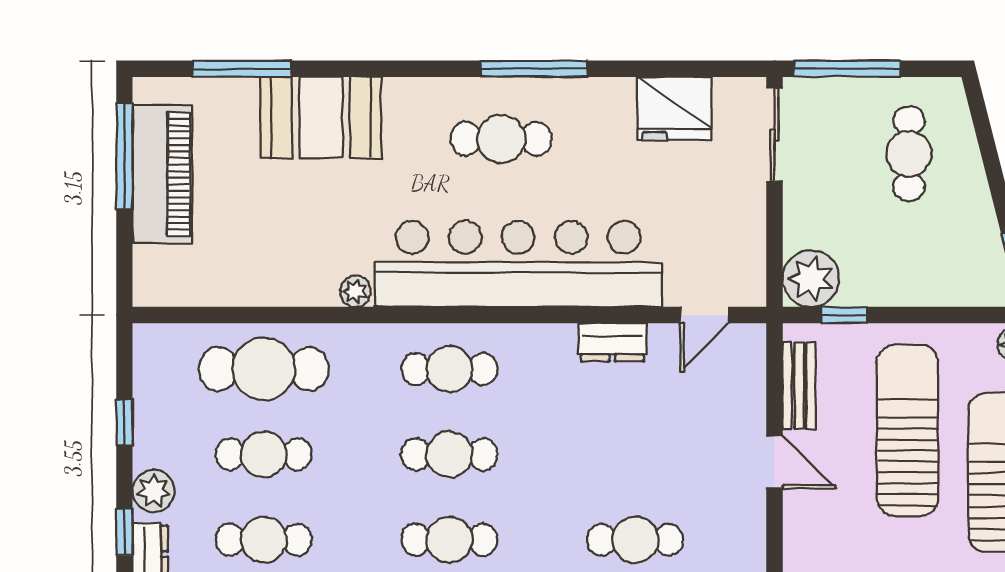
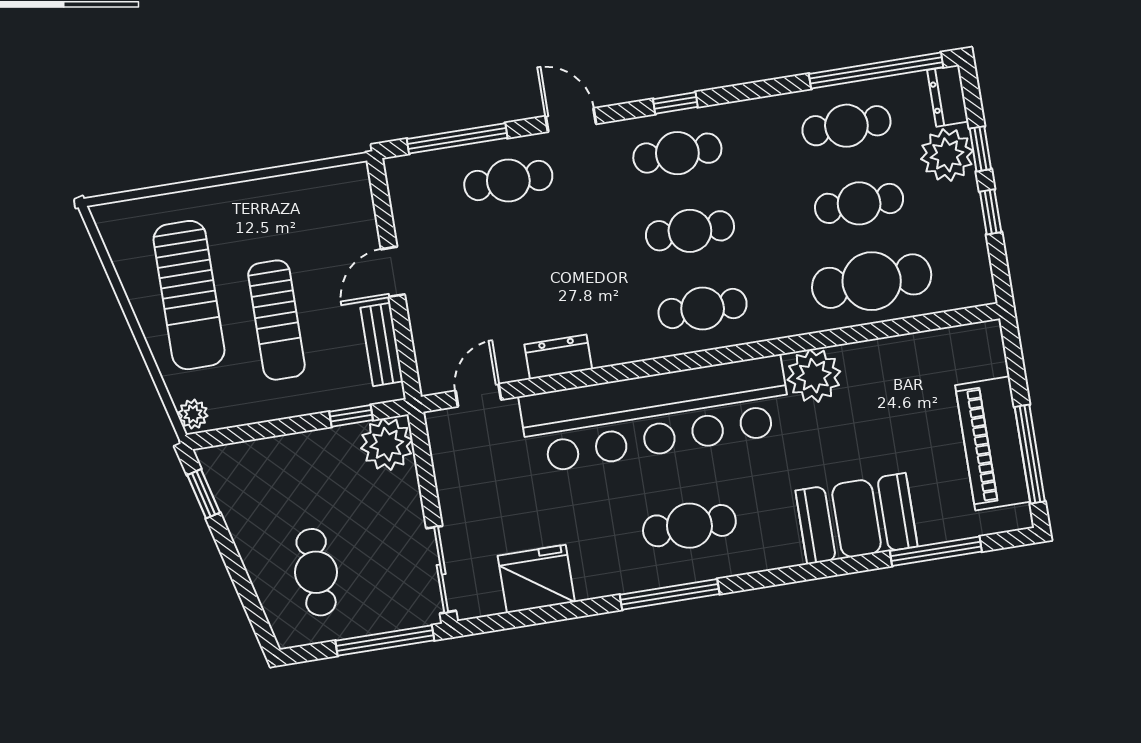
plant: (355, 291) -> (814, 376), width x1.87, depth x1.87
sun lounger: (907, 430) -> (276, 320), width x0.73, depth x0.75
door: (774, 462) -> (393, 272), hinge flipped
plant: (154, 491) -> (947, 155), width x1.36, depth x1.36
window: (124, 532) -> (980, 149), moved

